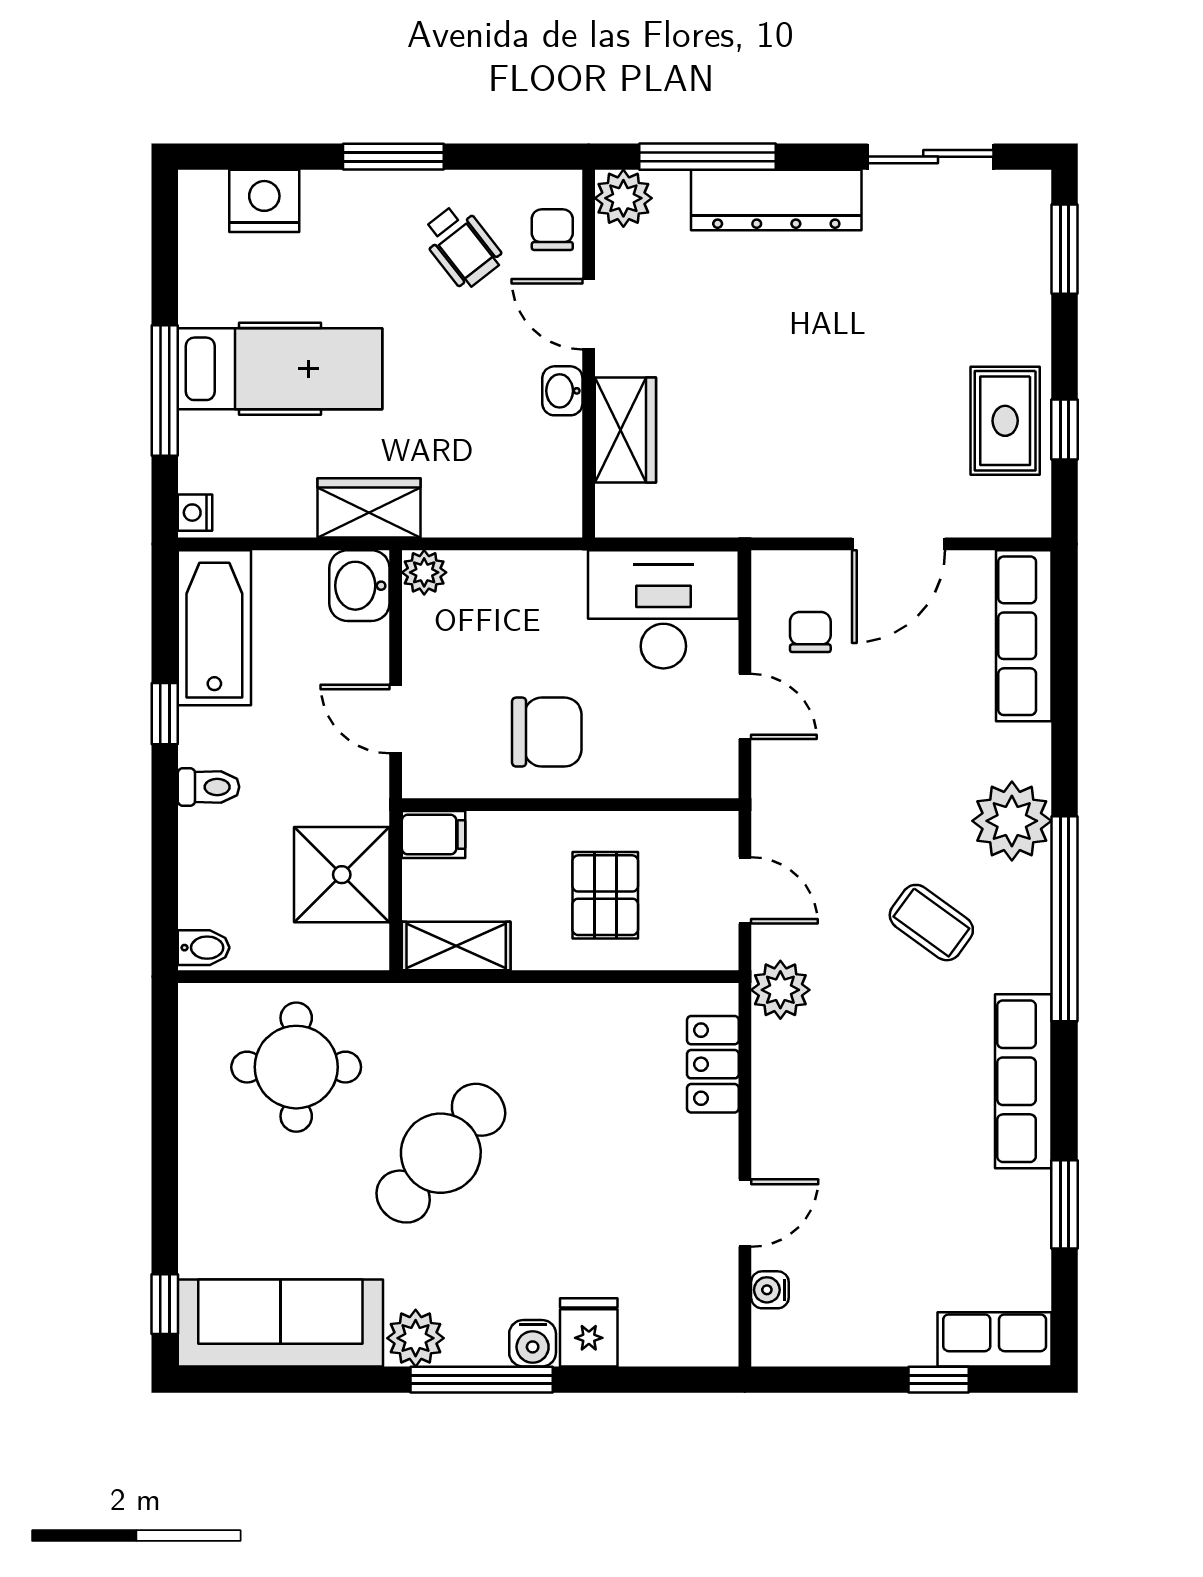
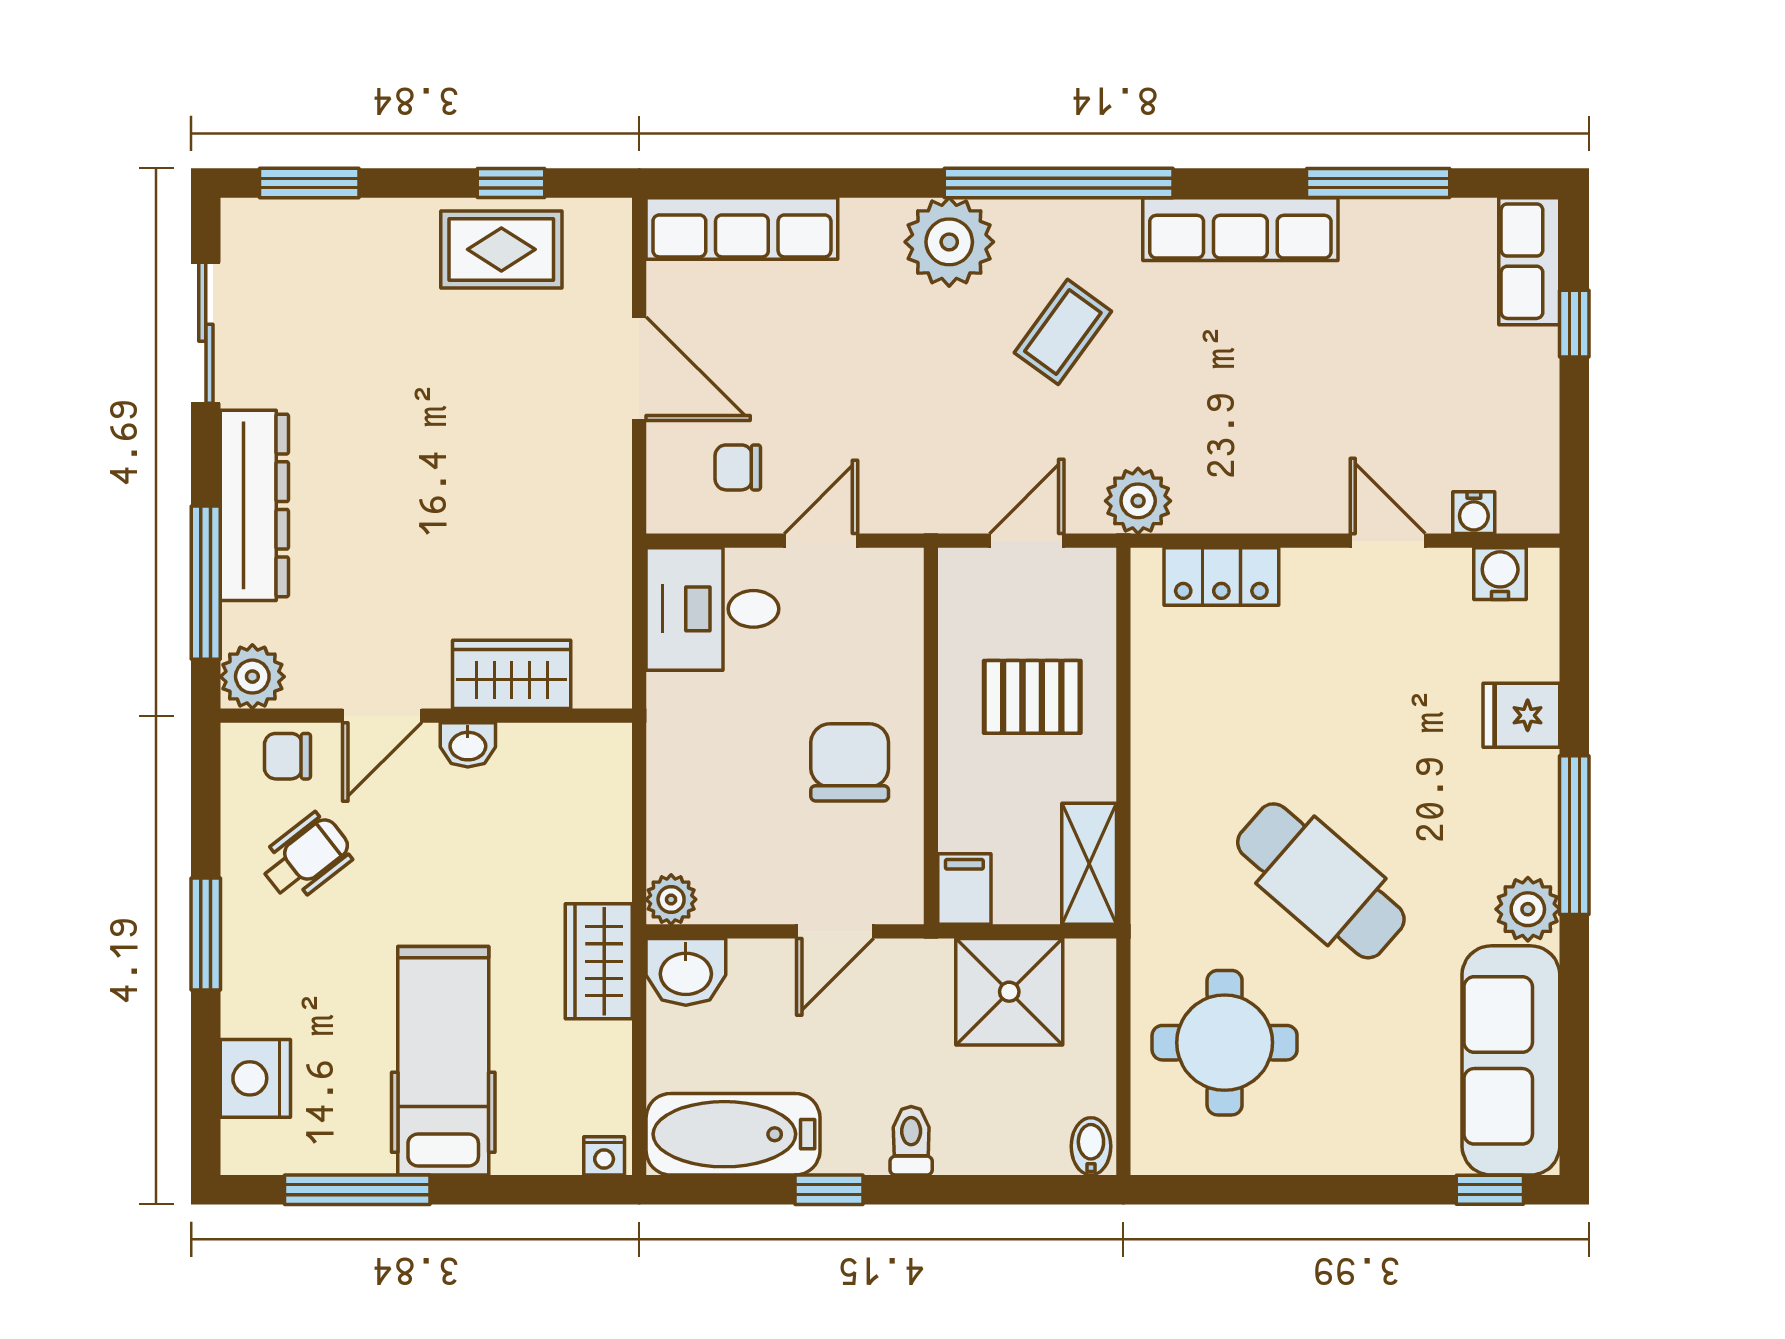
window: (165, 390) -> (357, 1190), moved
desk: (663, 609) -> (712, 609), width x0.73
window: (1064, 1204) -> (1378, 183), width x1.44
water cooler: (533, 1343) -> (1500, 574), moved, turned -90

